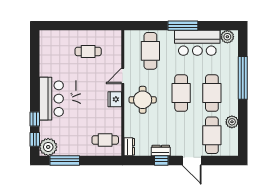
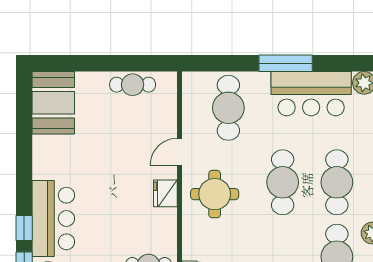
booth: (51, 48) -> (53, 103), added
cafe table: (88, 51) -> (133, 85), moved
bar counter: (51, 99) -> (53, 219), moved

